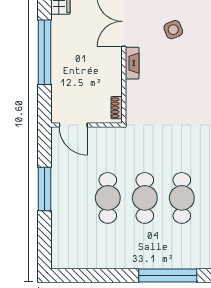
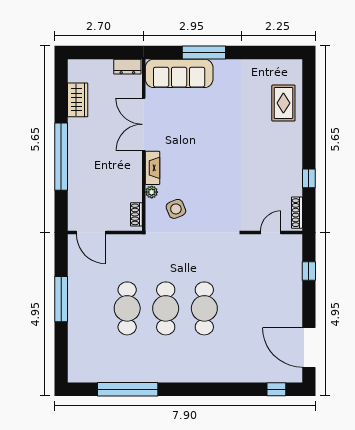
side table: (173, 30) -> (176, 209), moved
plant: (131, 86) -> (152, 192), added
window: (168, 276) -> (128, 389), moved

